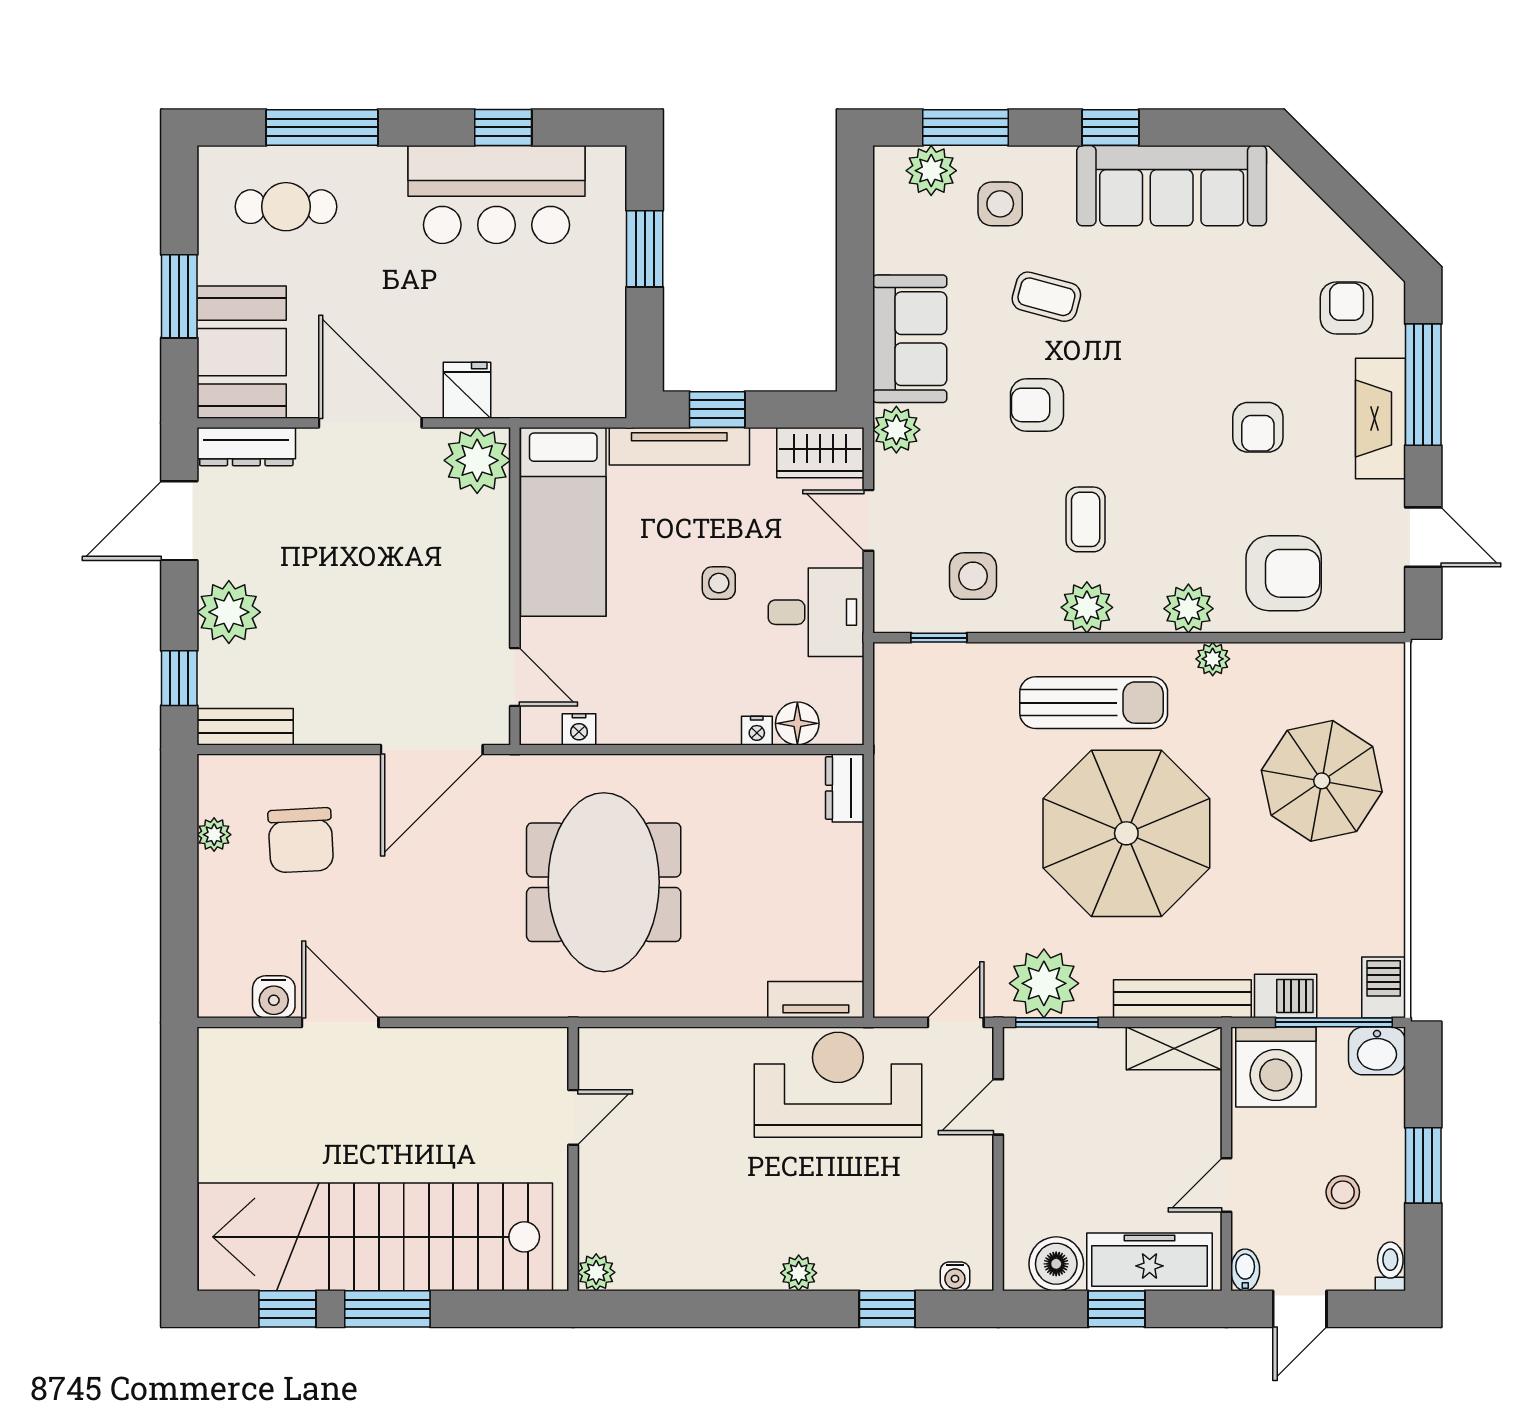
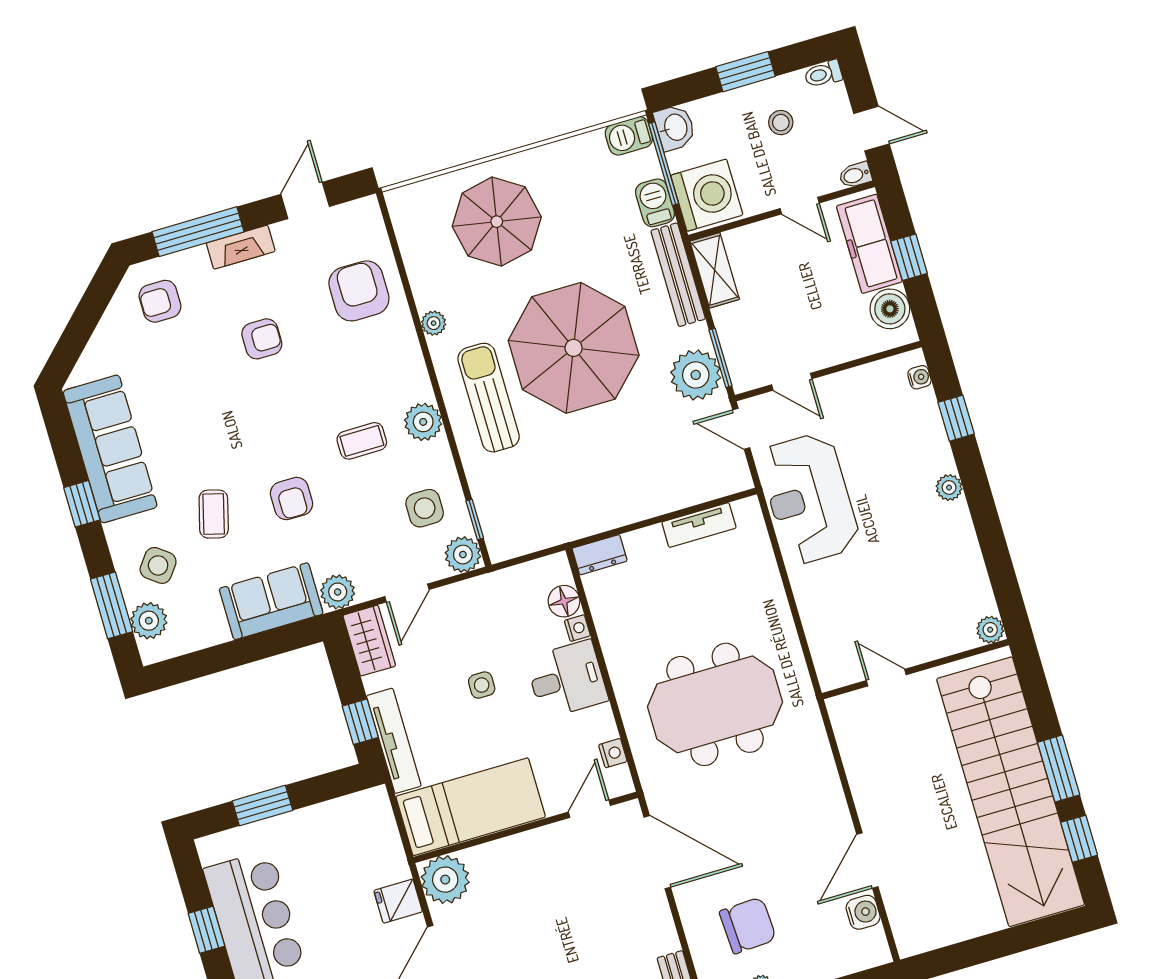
side table: (1000, 204) -> (158, 565), turned 37
fireplace: (1381, 419) -> (241, 247), width x0.73, depth x0.76
plant: (1188, 609) -> (463, 555), moved
desk: (816, 612) -> (567, 679), moved, turned 90
tv unit: (816, 1000) -> (699, 525), moved, turned -90

